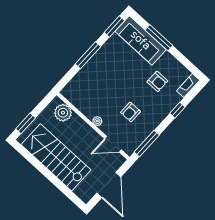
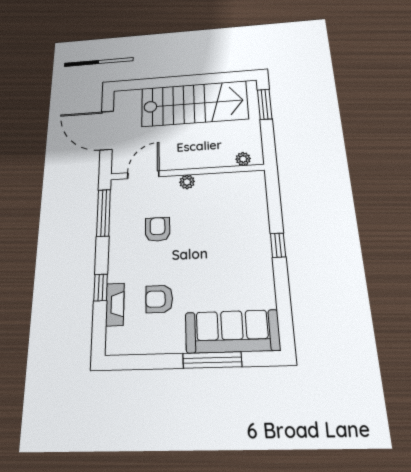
window: (114, 26) -> (285, 315), removed
window: (88, 55) -> (278, 245), width x0.46
fireplace: (188, 86) -> (115, 304), moved
plant: (63, 113) -> (243, 159), width x0.53, depth x0.53

